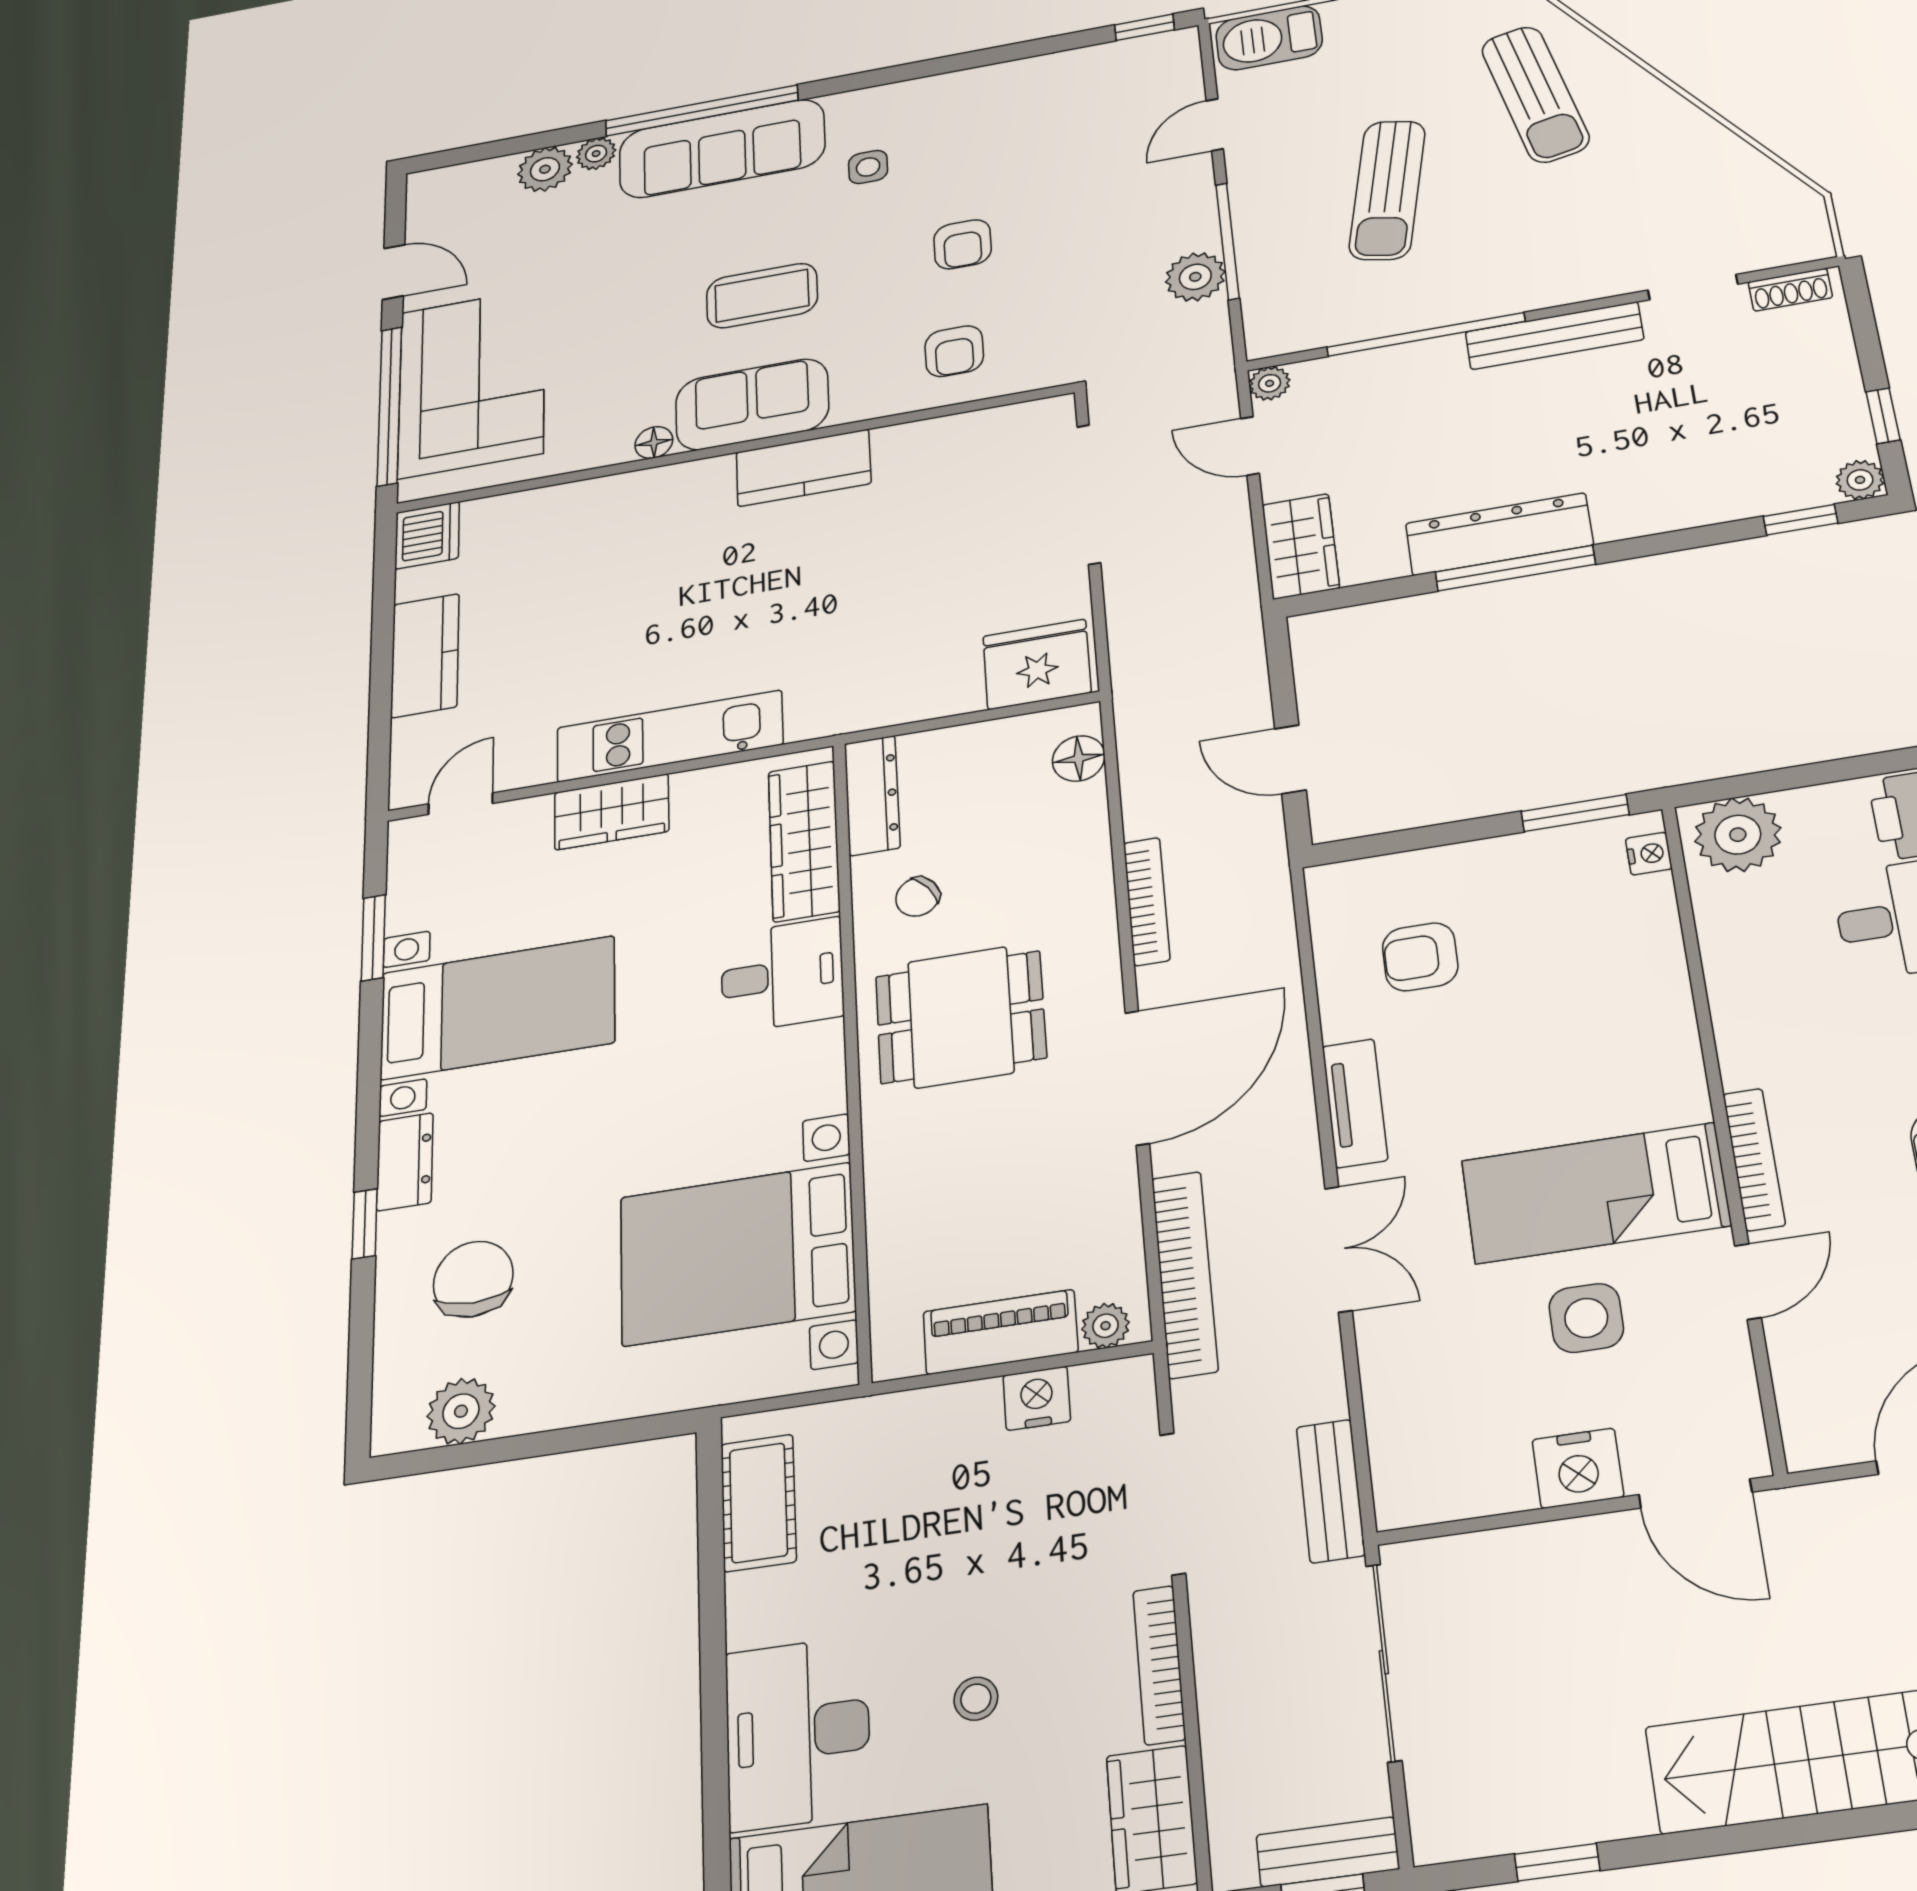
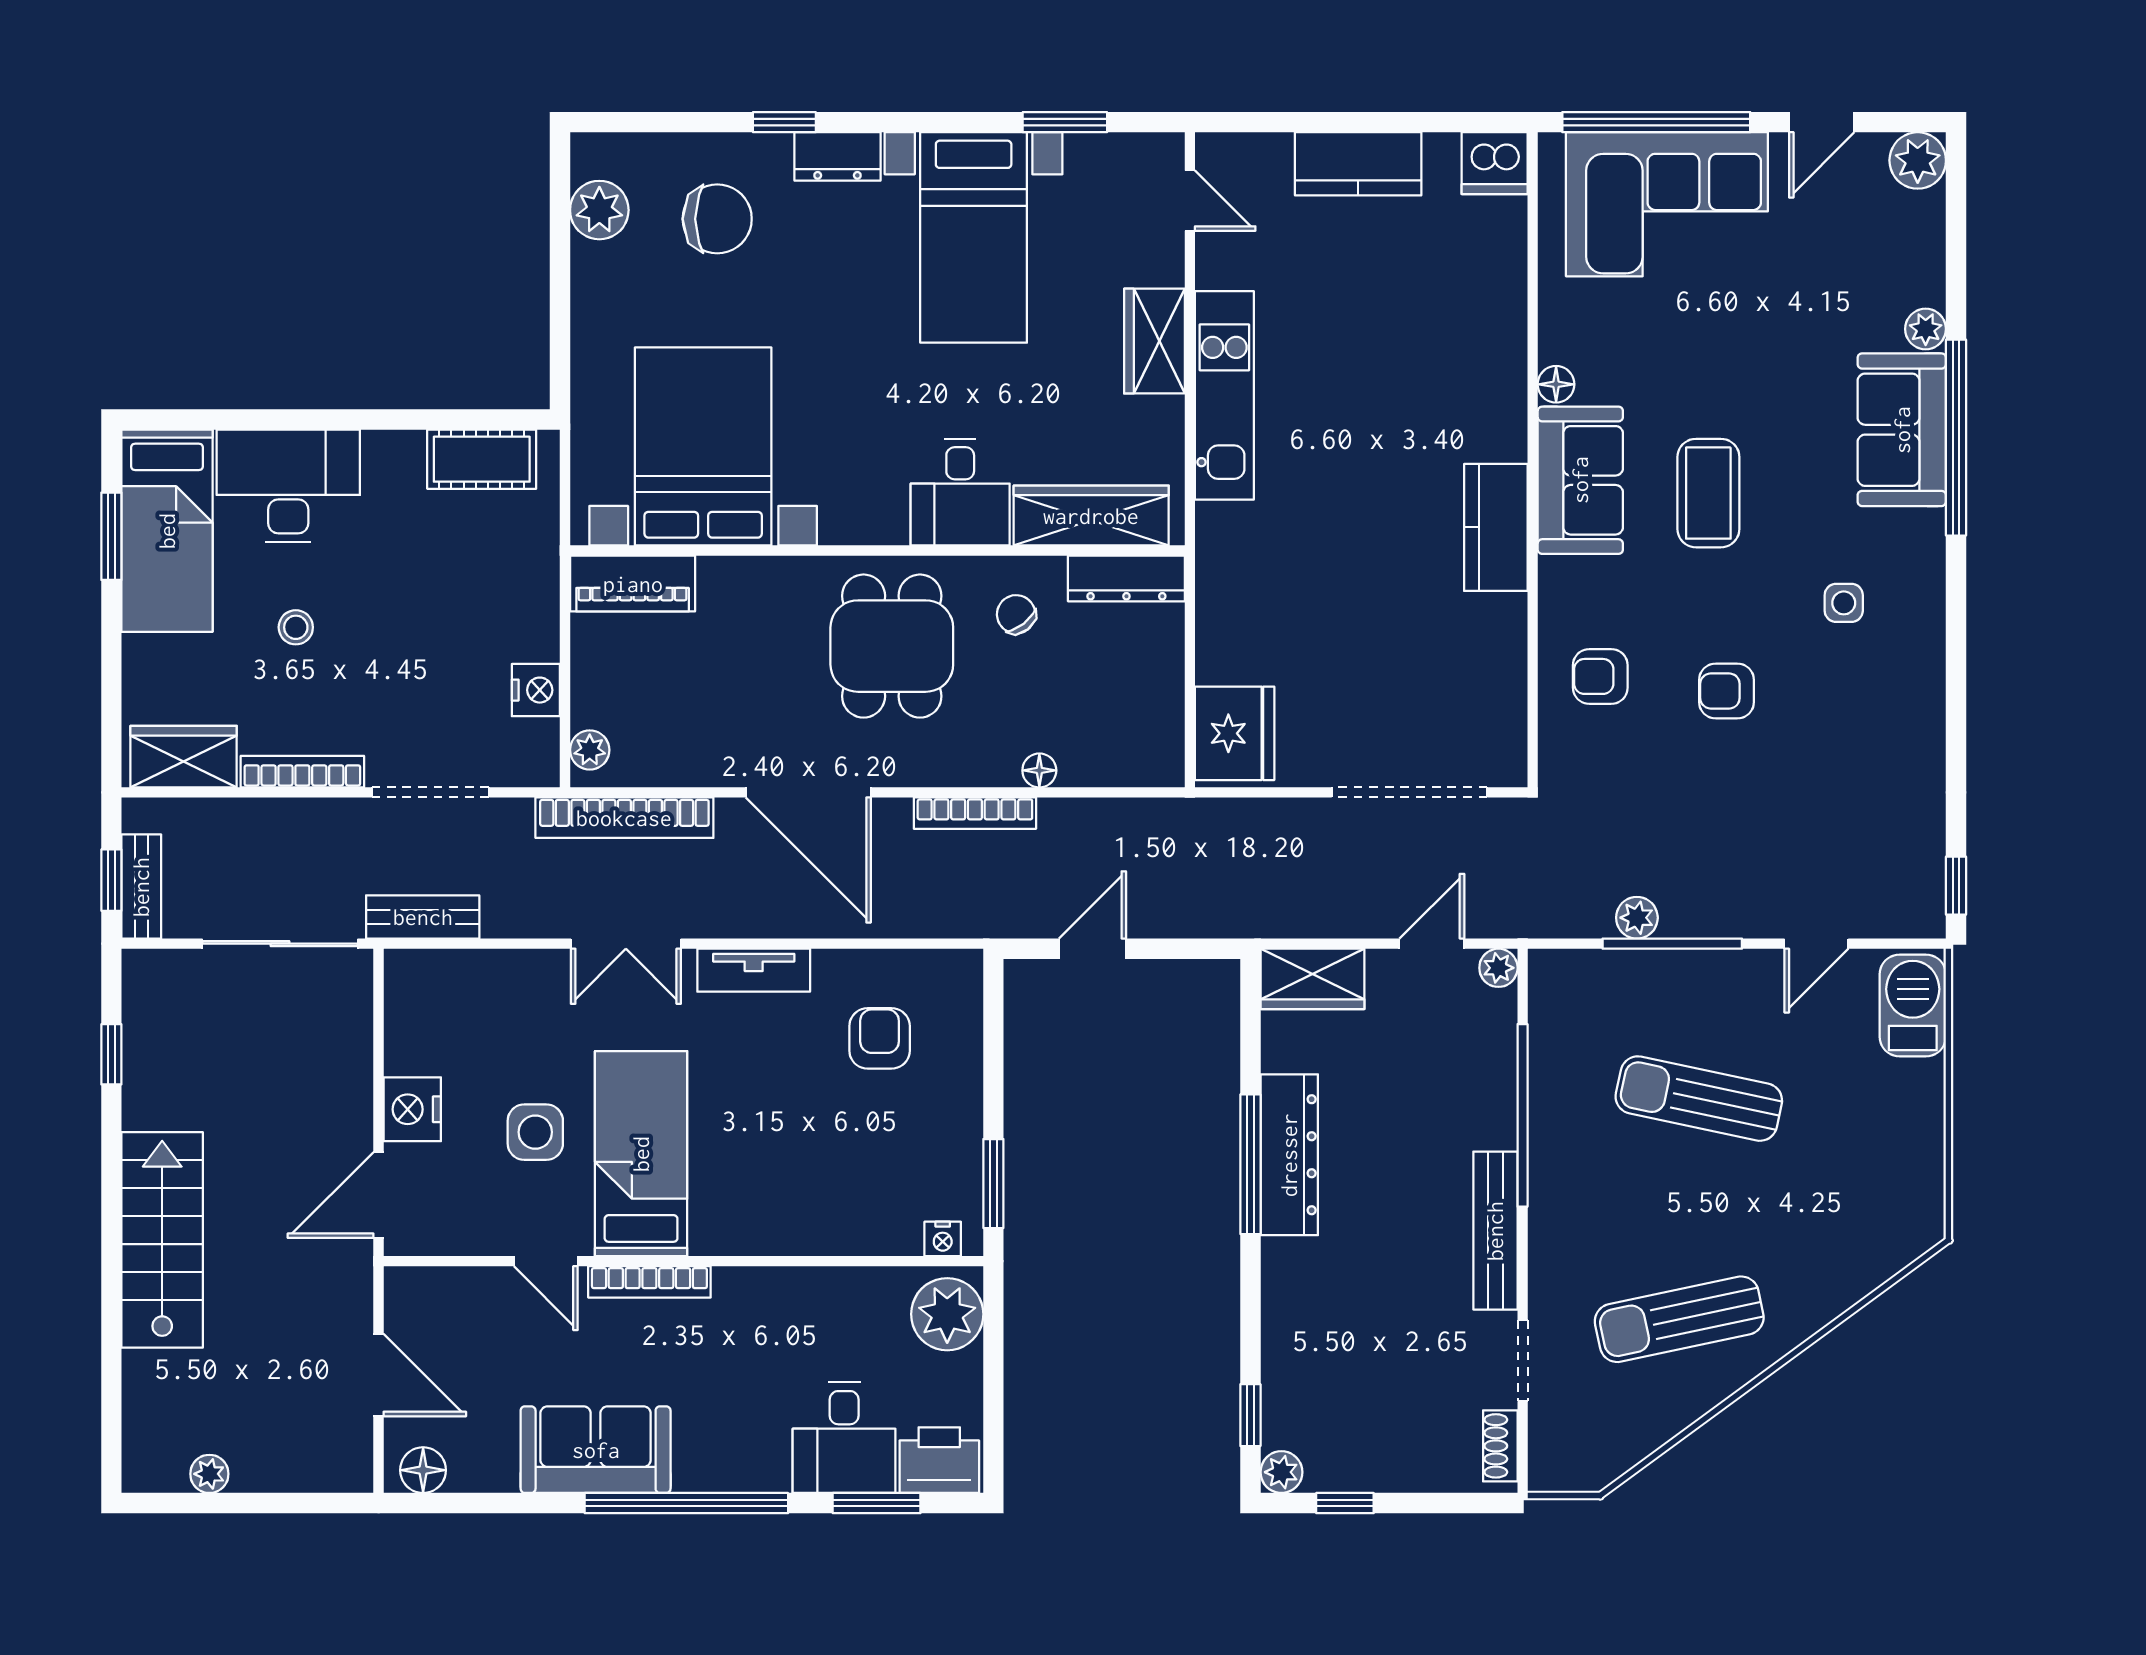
sun lounger: (1535, 94) -> (1679, 1319), moved
door: (1215, 125) -> (1816, 944), swing flipped
sofa: (722, 149) -> (1902, 430), width x0.73
plant: (545, 169) -> (1918, 160), moved
plant: (1195, 277) -> (1637, 918), width x0.73, depth x0.73
floor lamp: (1079, 758) -> (1039, 770), moved, width x0.73, depth x0.73
piano: (1000, 1332) -> (633, 584), moved, turned 90

